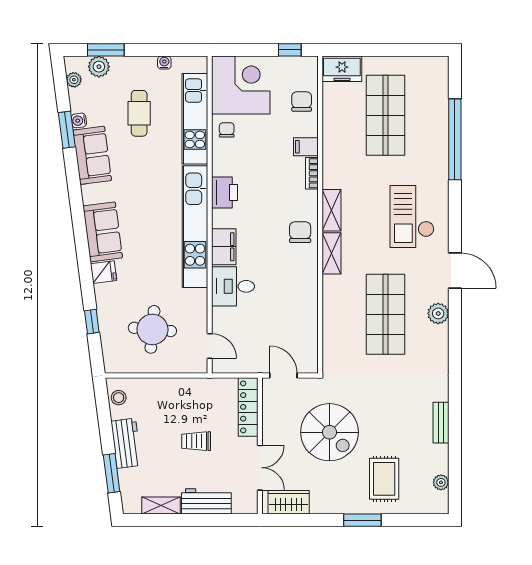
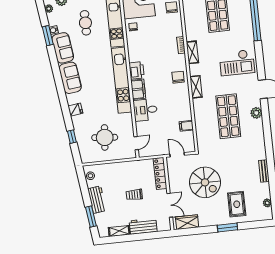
filing cabinet: (306, 147) -> (186, 126), moved
printer: (224, 192) -> (137, 70), moved
shelving: (332, 210) -> (192, 52), moved
checkout: (412, 216) -> (237, 63), turned -90
sofa: (103, 232) -> (70, 78), moved
door: (210, 346) -> (136, 143), hinge flipped

